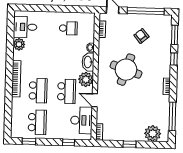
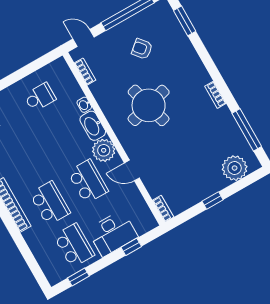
window: (174, 59) -> (203, 53), removed
round table: (126, 70) -> (149, 105), turned -34
desk: (81, 120) -> (113, 233), moved, turned 90

